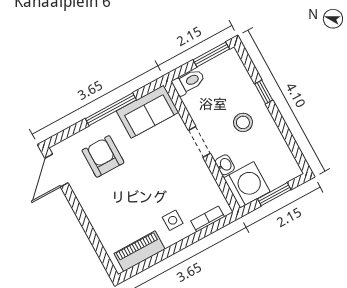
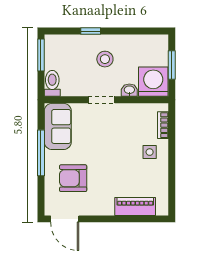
piano: (140, 251) -> (135, 207), moved, turned 90

